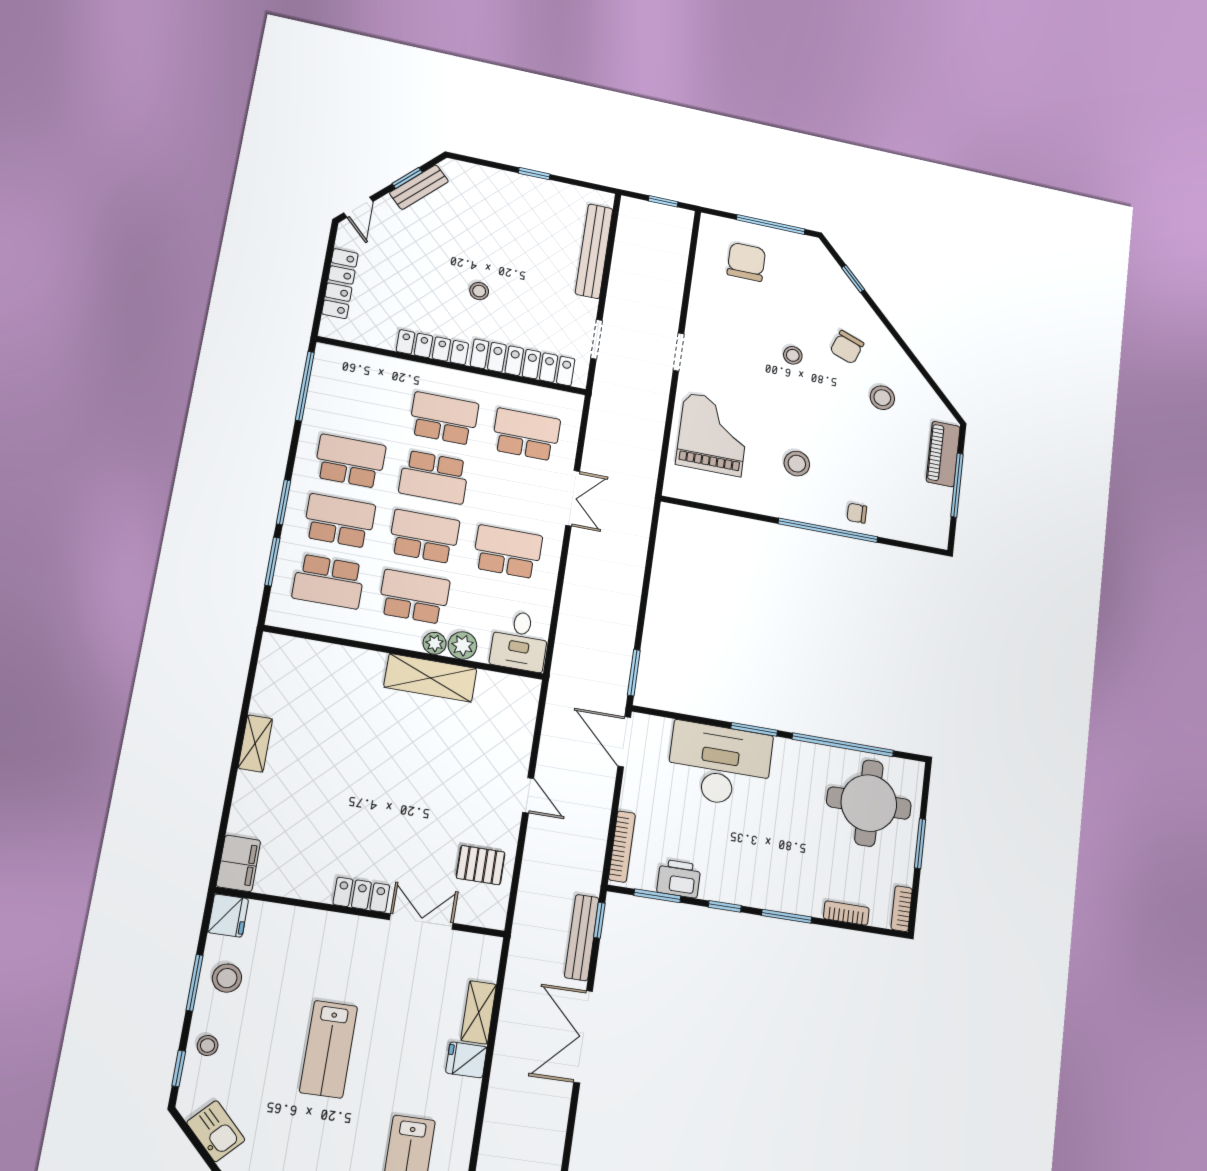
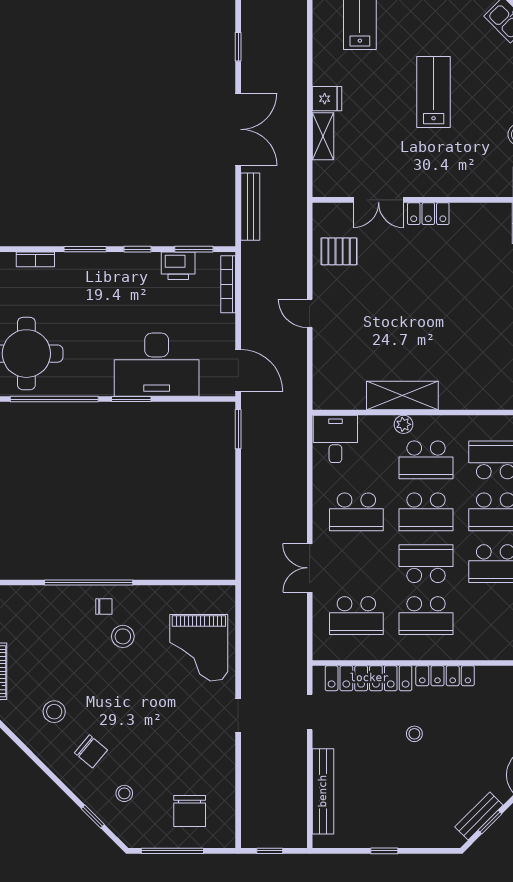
chair: (847, 347) -> (91, 751), turned 110
stool: (793, 355) -> (124, 793), moved
chair: (857, 513) -> (104, 606), moved
plant: (462, 645) -> (381, 427), removed
window: (599, 920) -> (238, 47), moved

